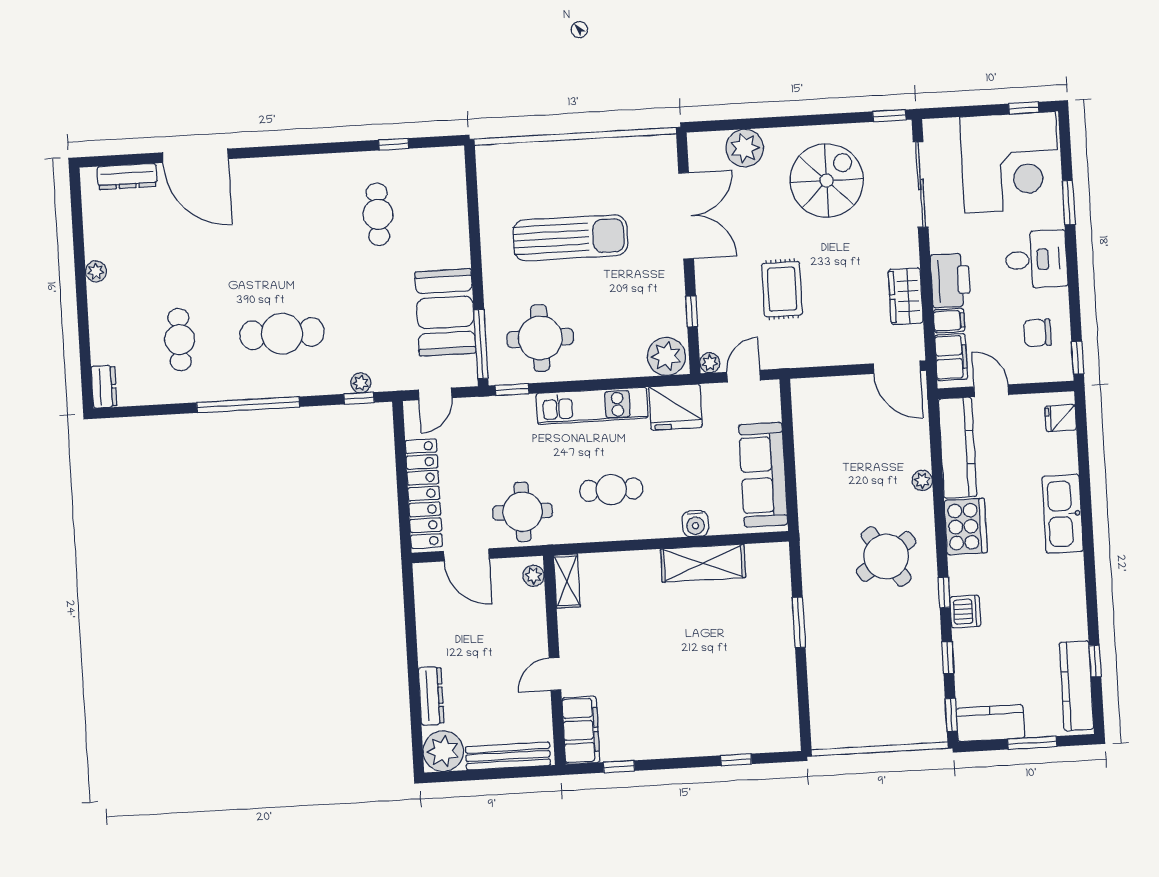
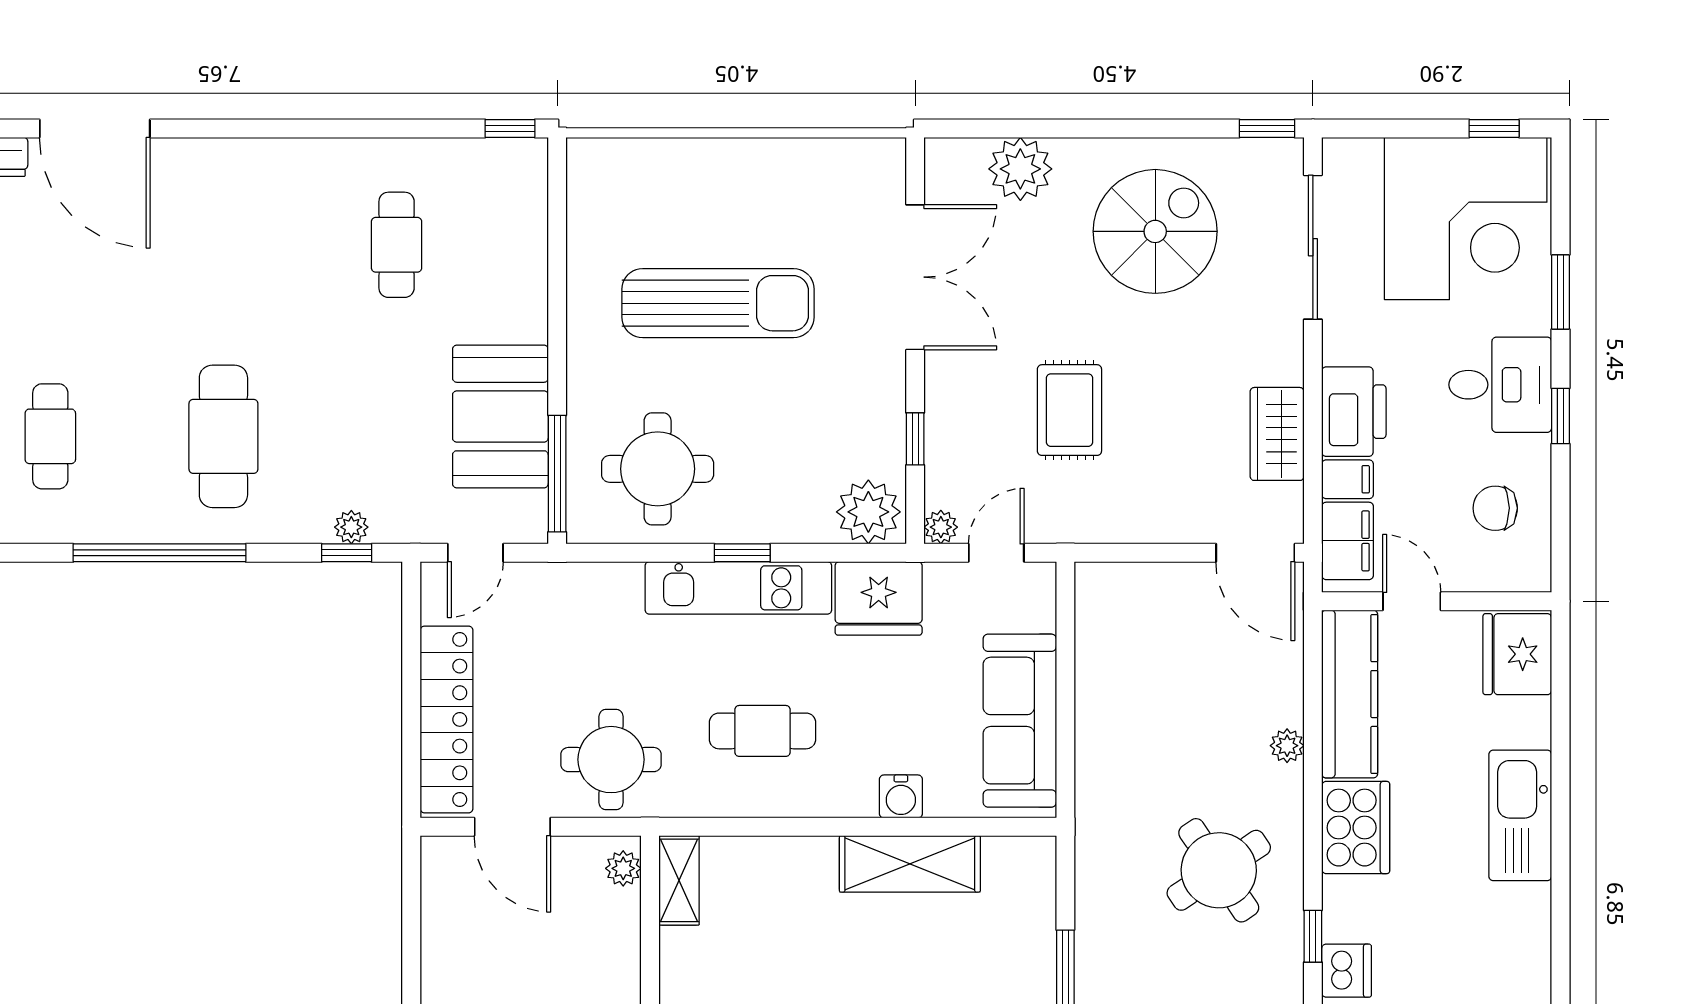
window: (394, 144) -> (510, 128), moved
cafe table: (282, 334) -> (223, 436), turned 90
window: (1078, 358) -> (1560, 416), moved
window: (512, 389) -> (742, 553), moved
fridge: (1061, 418) -> (1517, 654), width x1.88, depth x1.34

